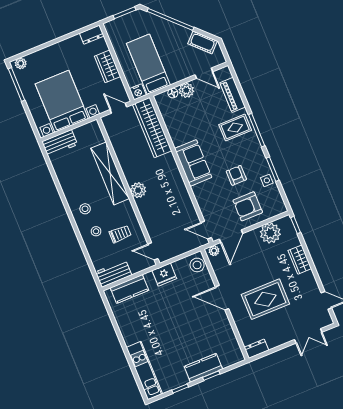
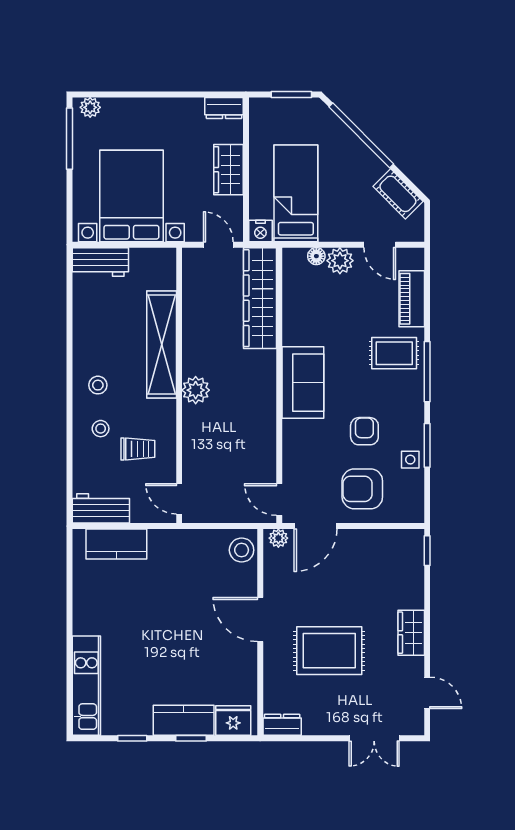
plant: (270, 233) -> (381, 547), removed
wardrobe: (300, 260) -> (411, 633), moved
fridge: (164, 275) -> (233, 720), moved, turned 180

